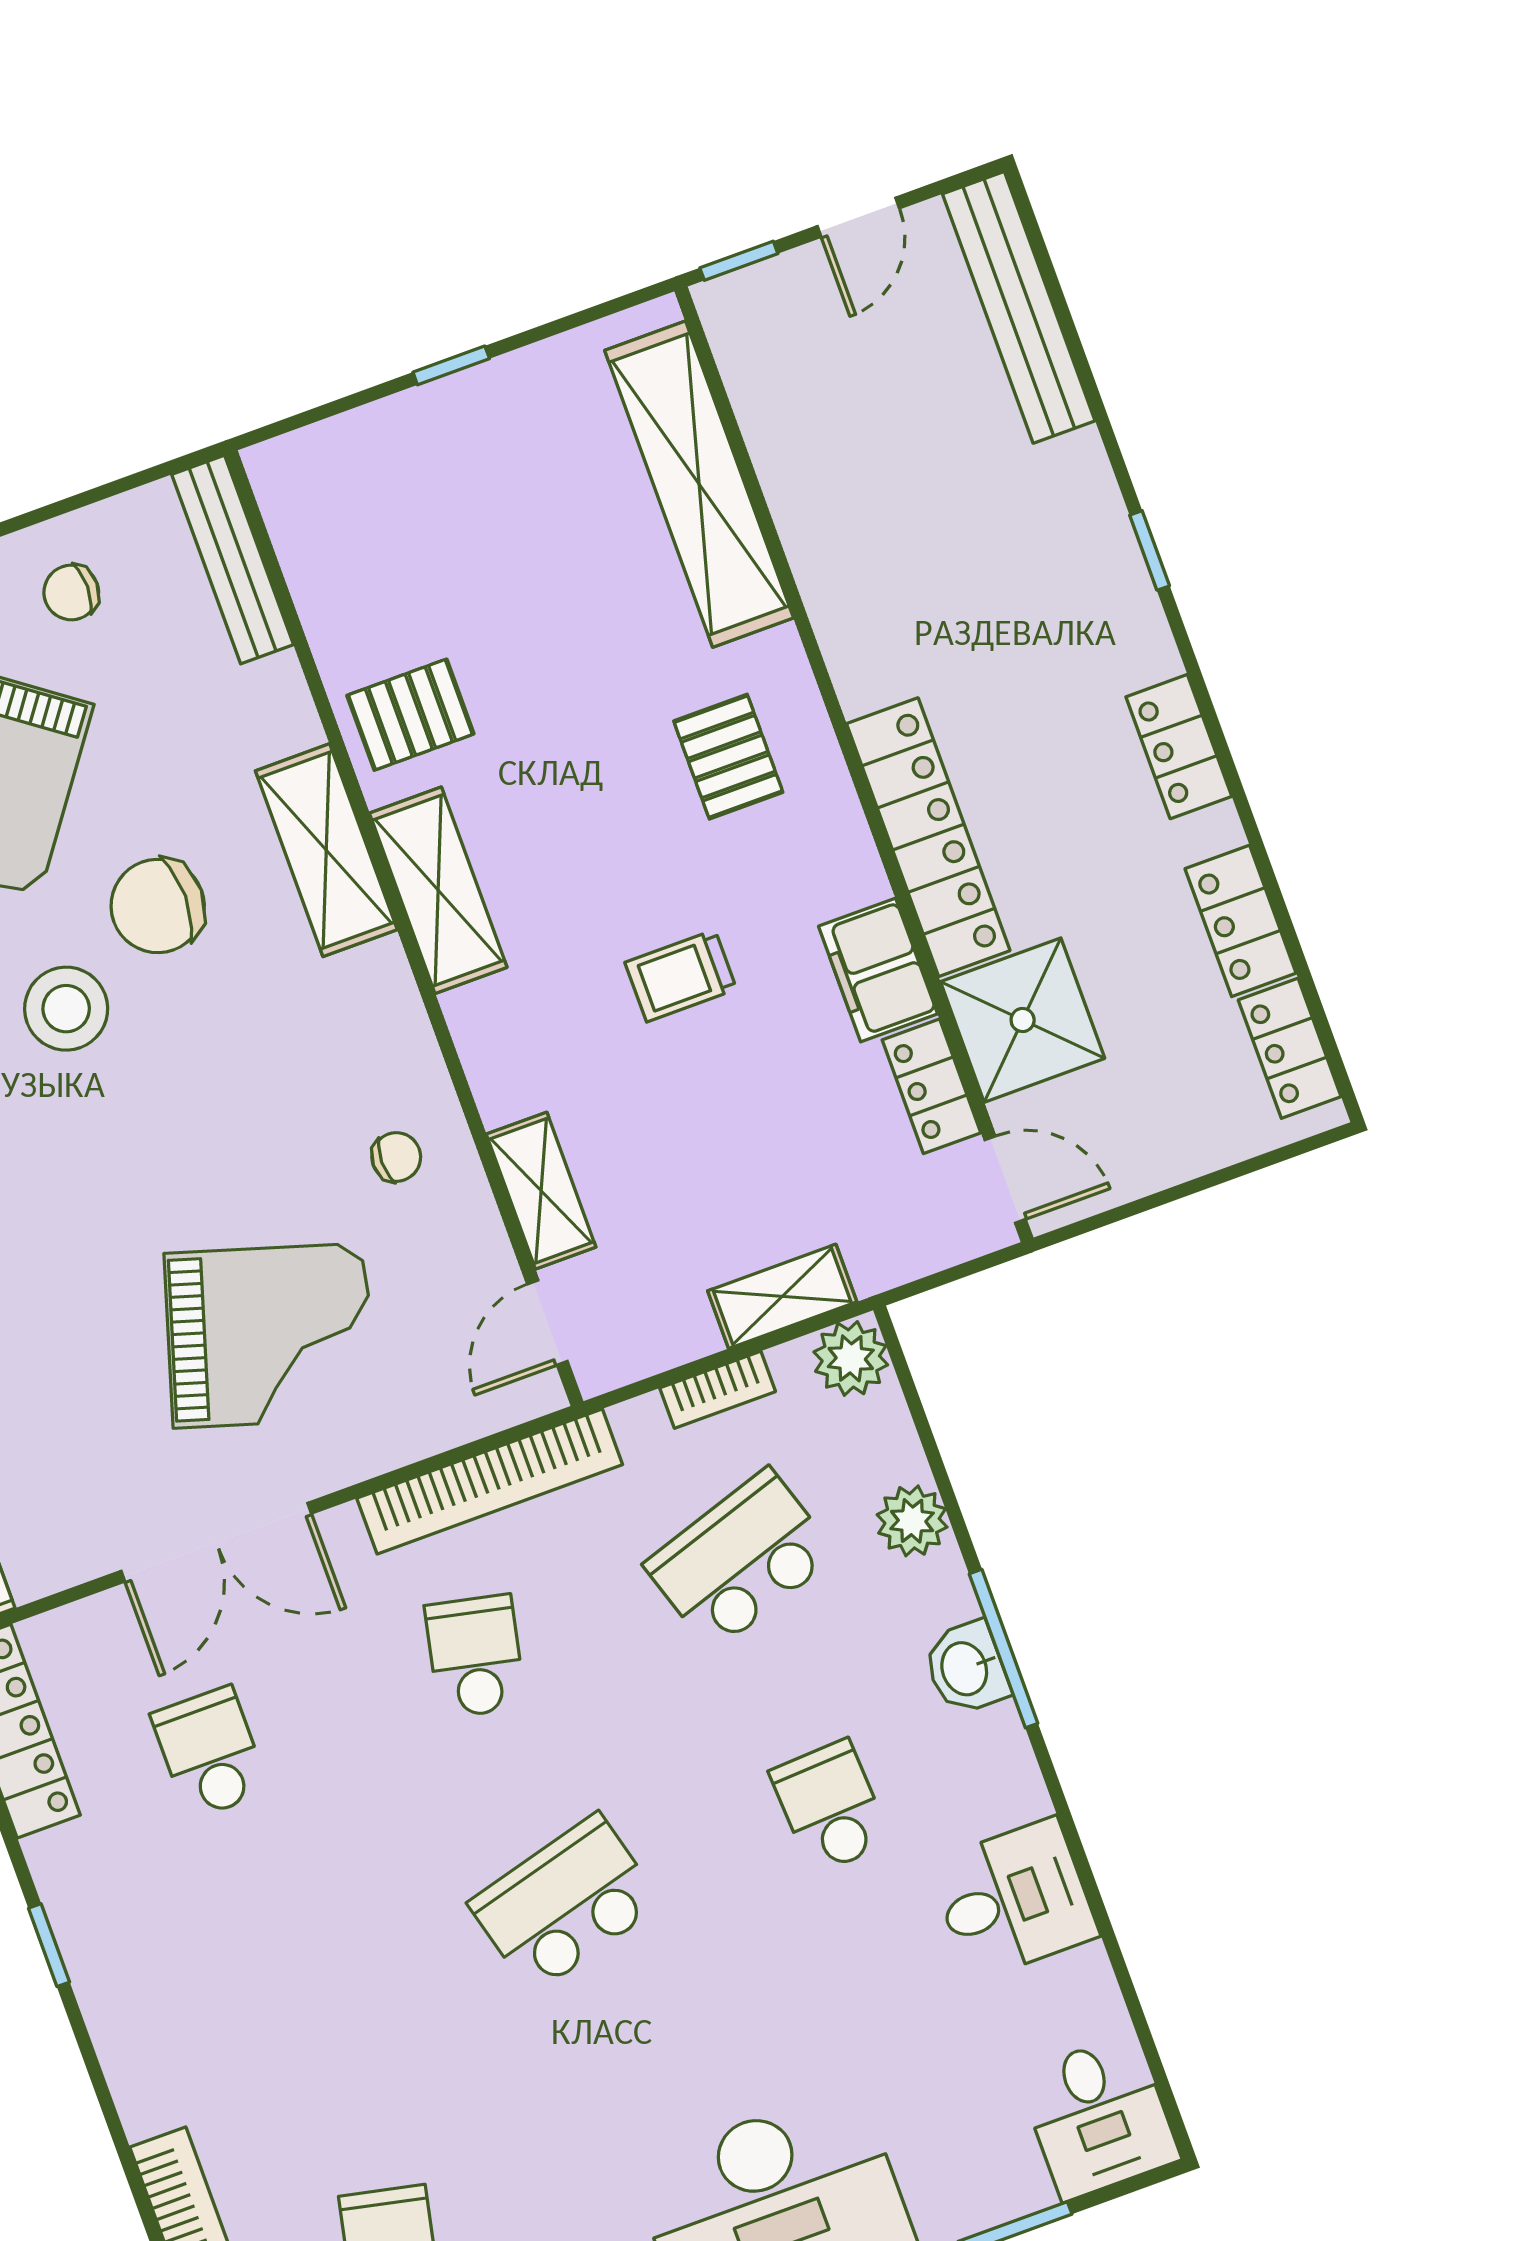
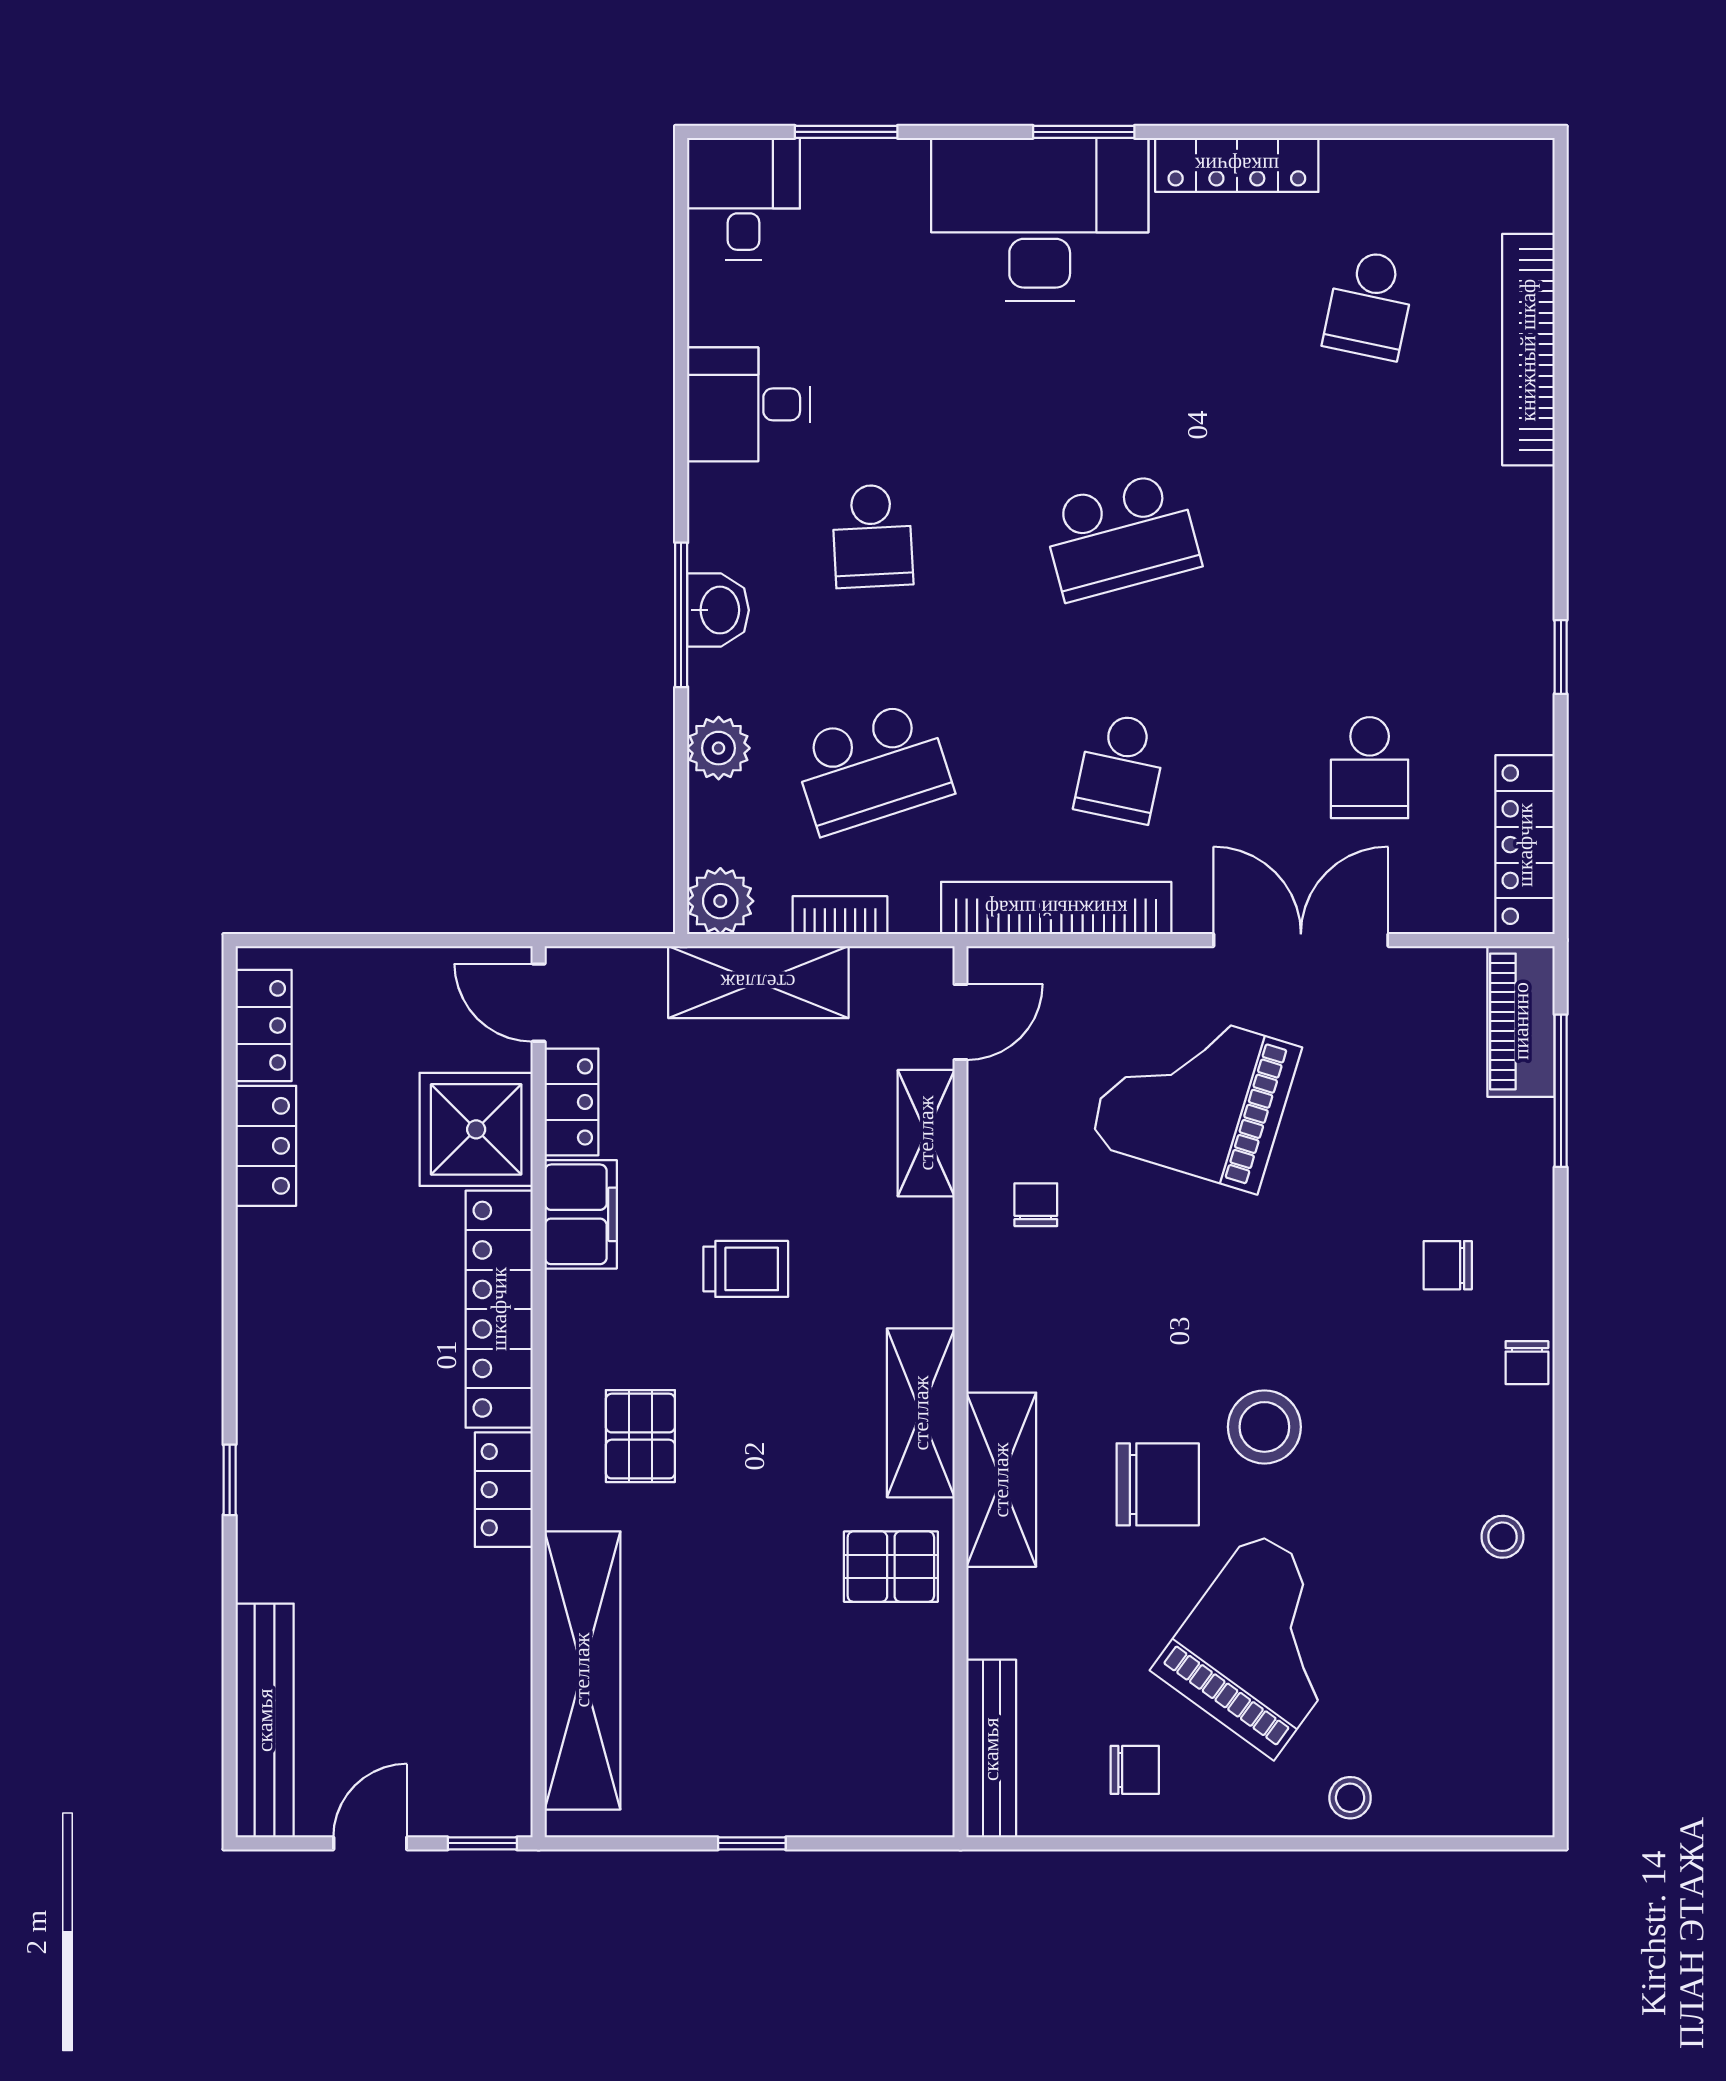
locker: (1179, 747) -> (504, 1490), moved, turned 180
chair: (396, 1157) -> (1036, 1205), turned 90
shelving: (782, 1296) -> (758, 982), width x1.50, depth x1.33

